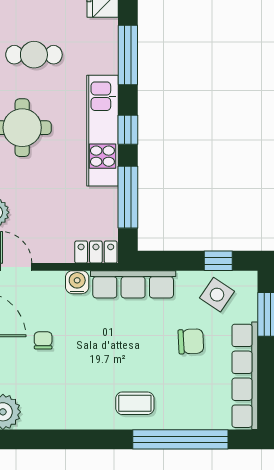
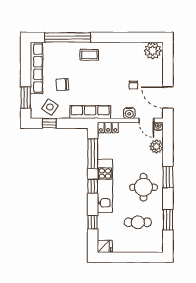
window: (128, 55) -> (93, 222), width x0.46
water cooler: (77, 282) -> (129, 113), moved

